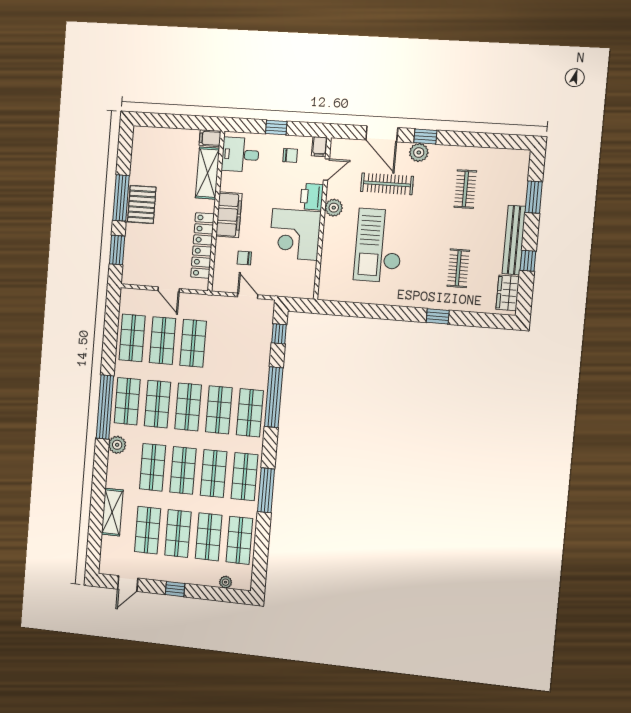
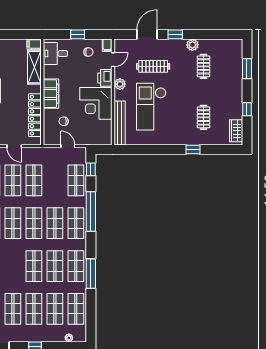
door: (382, 134) -> (147, 34), swing flipped
plant: (419, 153) -> (192, 45), moved
bench: (514, 240) -> (120, 123), moved
shop shelf: (153, 467) -> (76, 180), moved

